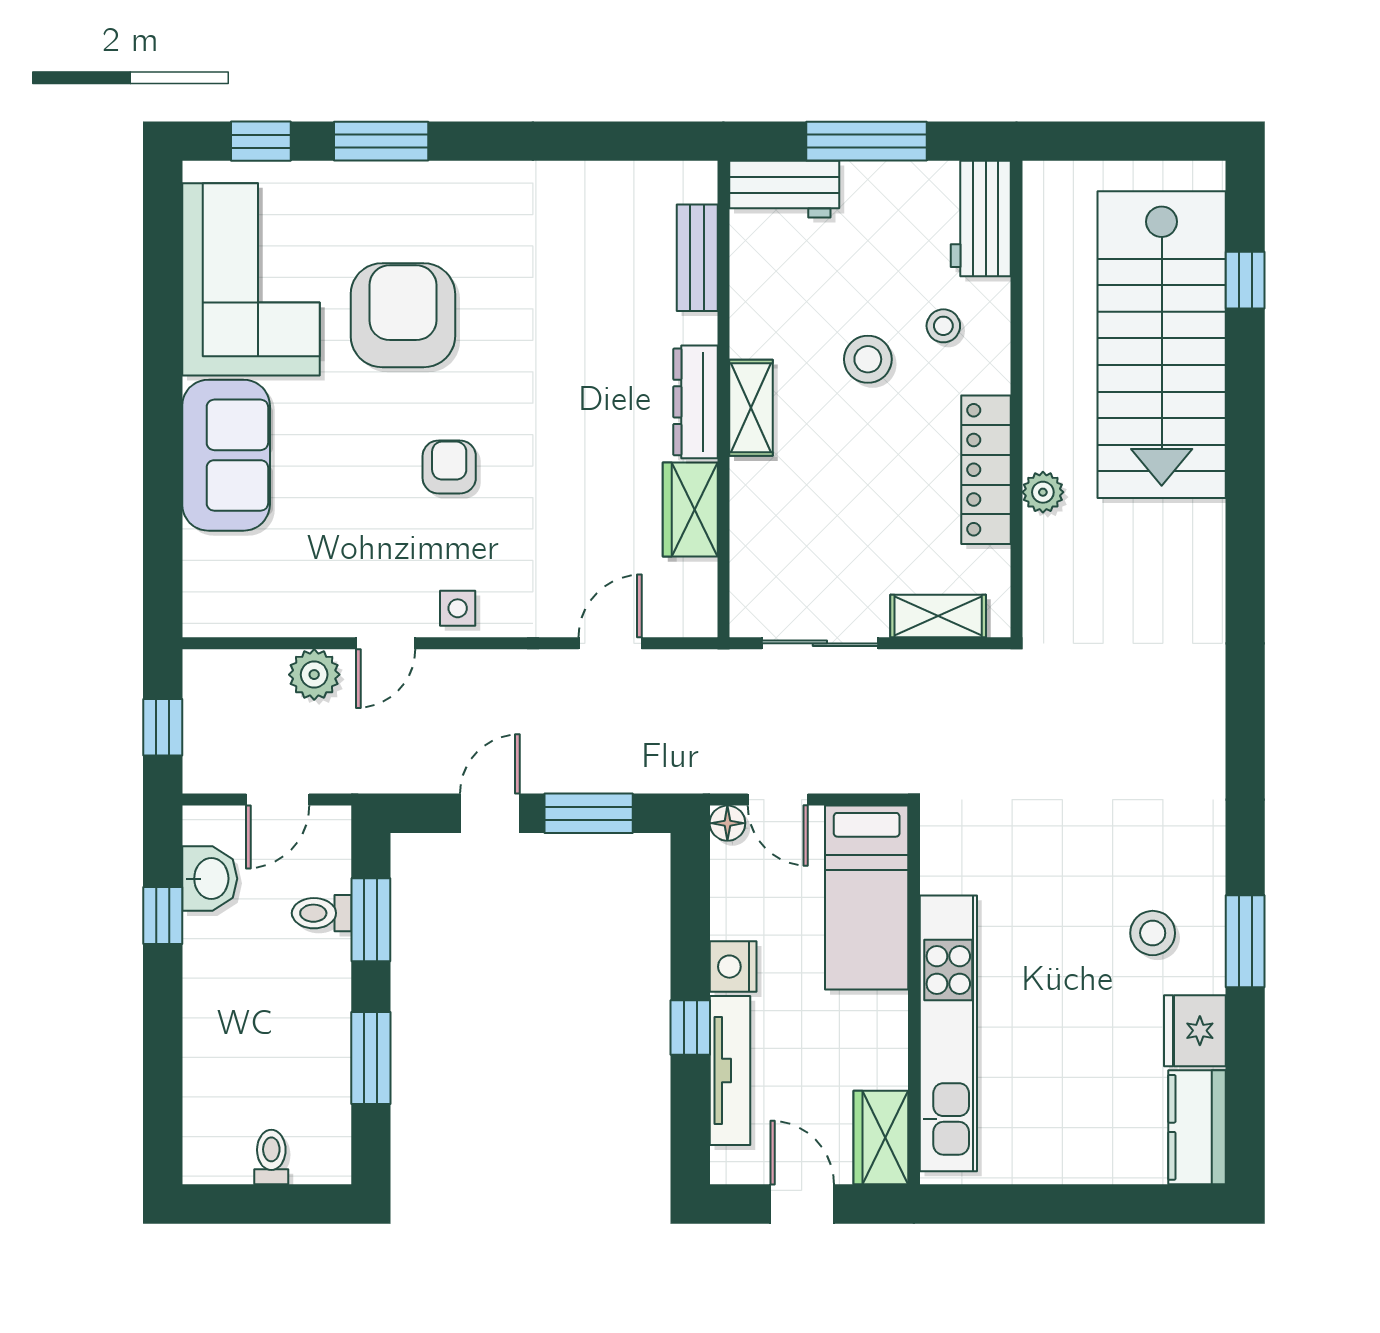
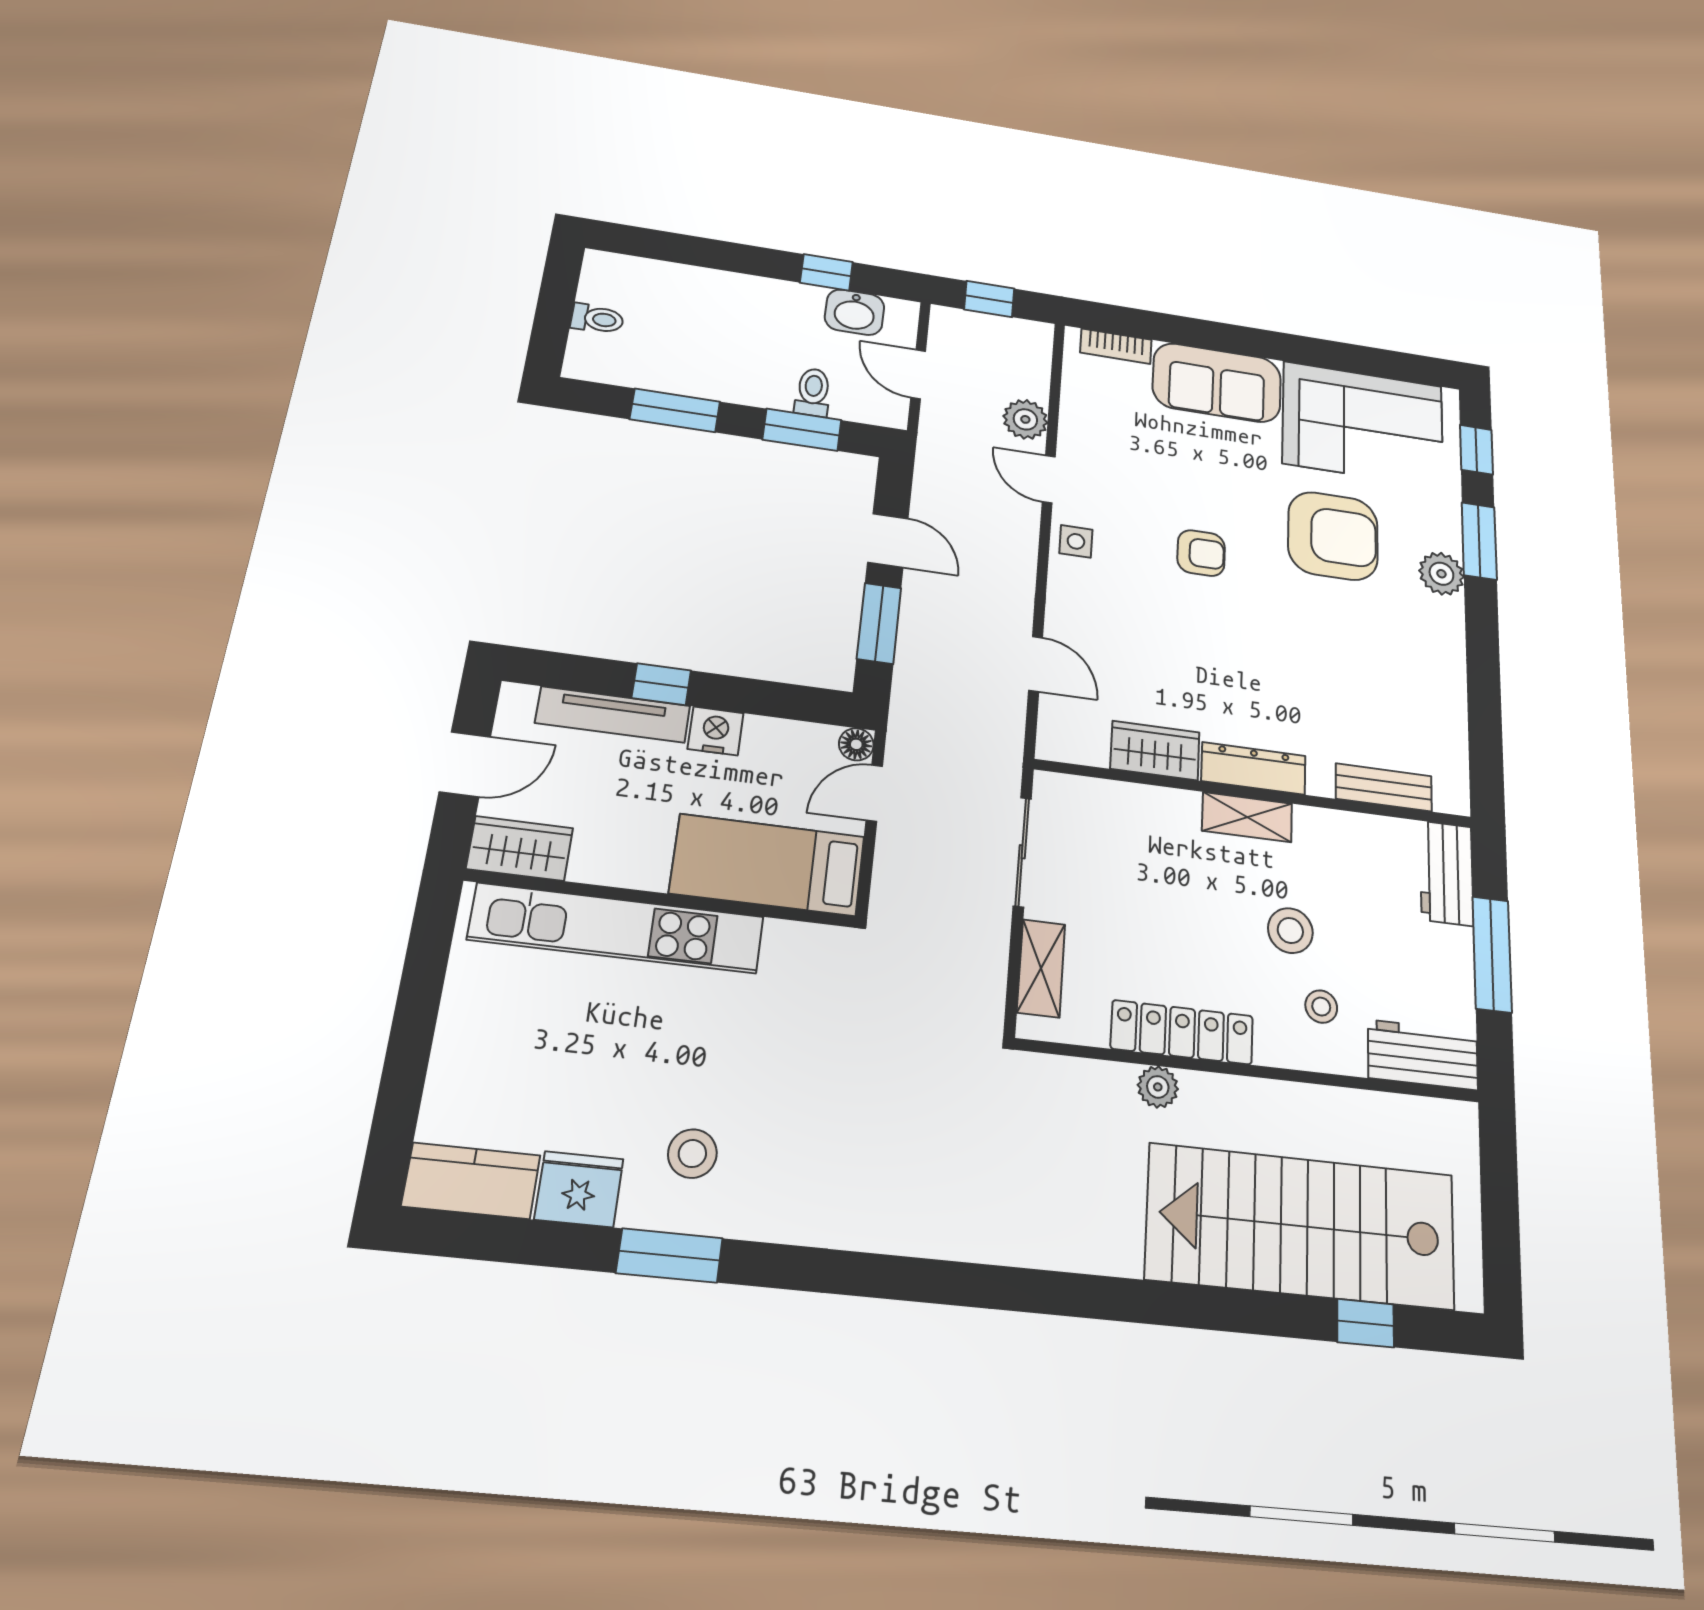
plant: (430, 187) -> (1441, 574), added
bookcase: (199, 576) -> (1116, 346), added

